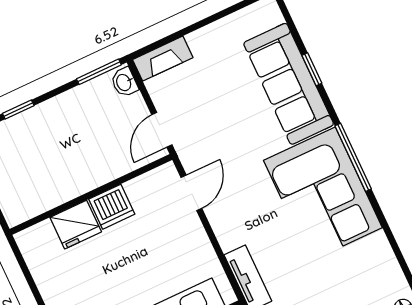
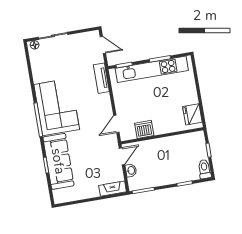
washbasin: (124, 82) -> (131, 170), moved
dishwasher: (112, 207) -> (144, 129), moved
fridge: (76, 225) -> (192, 114), moved, turned -90

